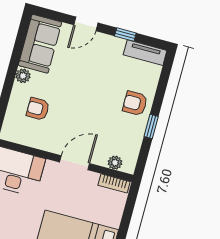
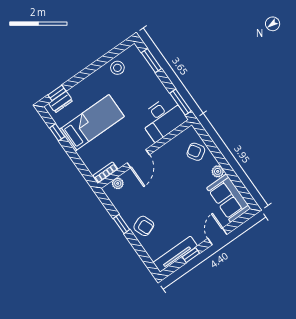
tv unit: (145, 53) -> (175, 254), width x1.41
armchair: (135, 103) -> (144, 226), turned 69
armchair: (38, 109) -> (196, 152), moved, turned -123

